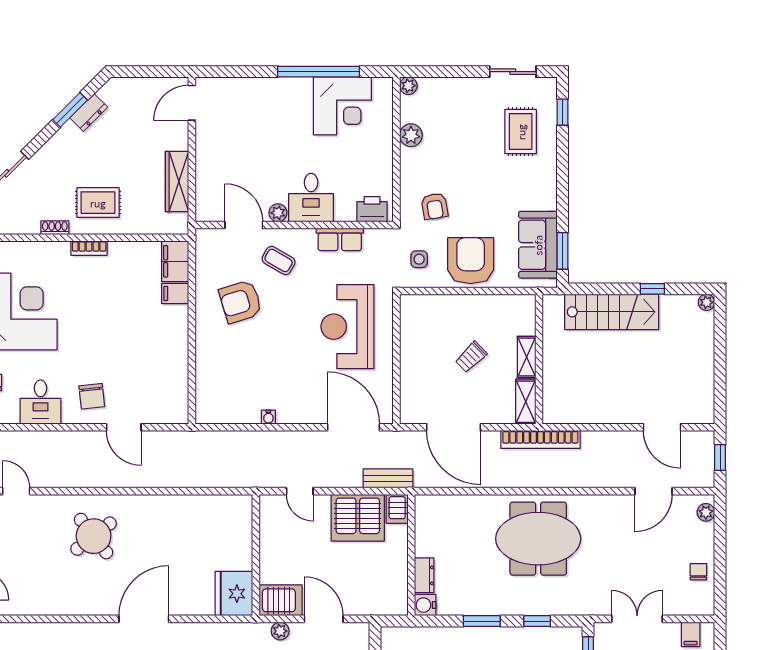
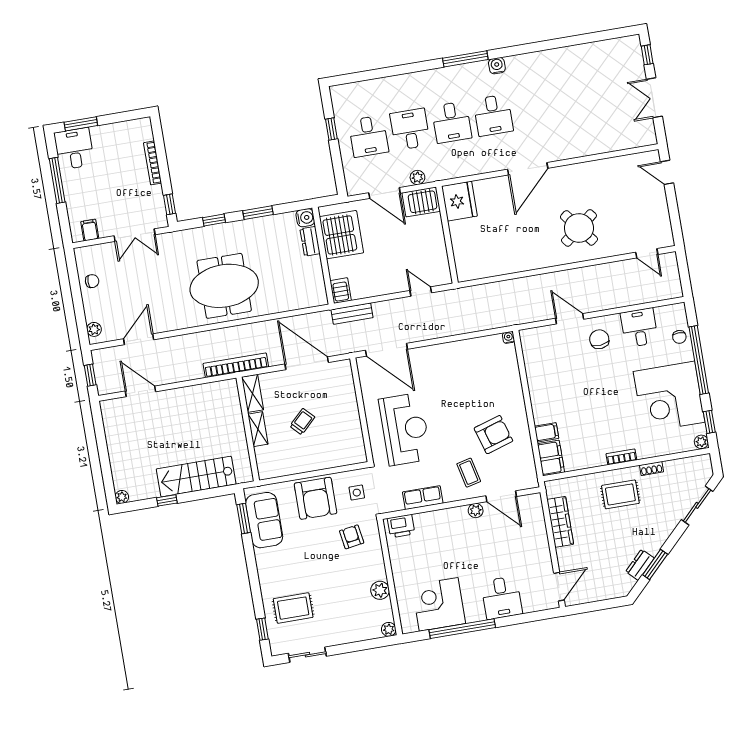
rug: (521, 132) -> (293, 608), turned 90
desk: (311, 198) -> (502, 598), moved, turned 180
coffee table: (279, 260) -> (469, 473), turned 47
water cooler: (268, 417) -> (508, 337), moved
server rack: (358, 518) -> (341, 235), moved, turned 90
chair: (698, 572) -> (92, 281), turned -90

